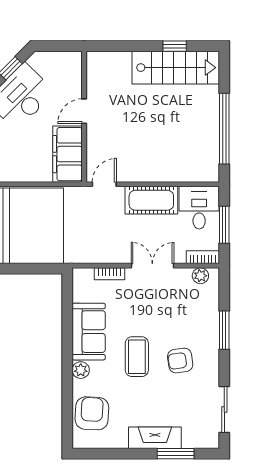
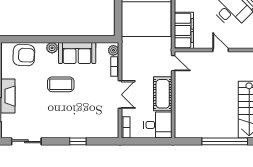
window: (224, 129) -> (225, 141), moved
filing cabinet: (68, 154) -> (184, 30), moved, turned 90
window: (224, 225) -> (147, 141), removed
plant: (200, 276) -> (113, 50), moved
window: (224, 330) -> (78, 141), width x0.67
armchair: (180, 361) -> (58, 113), removed

